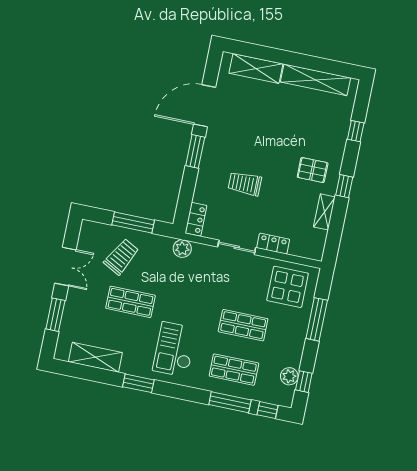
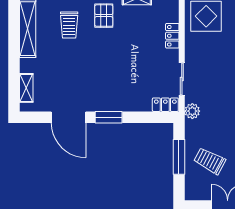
shelving: (256, 68) -> (26, 88), width x0.67, depth x0.75
trolley: (245, 184) -> (69, 25), moved
sliding door: (237, 247) -> (182, 79), moved

